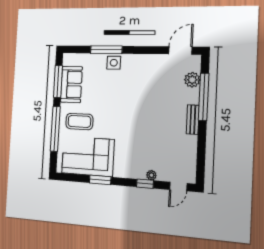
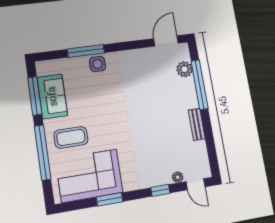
bench: (193, 120) -> (197, 124), moved
plant: (151, 175) -> (178, 177), moved
door: (178, 186) -> (195, 184), hinge flipped

